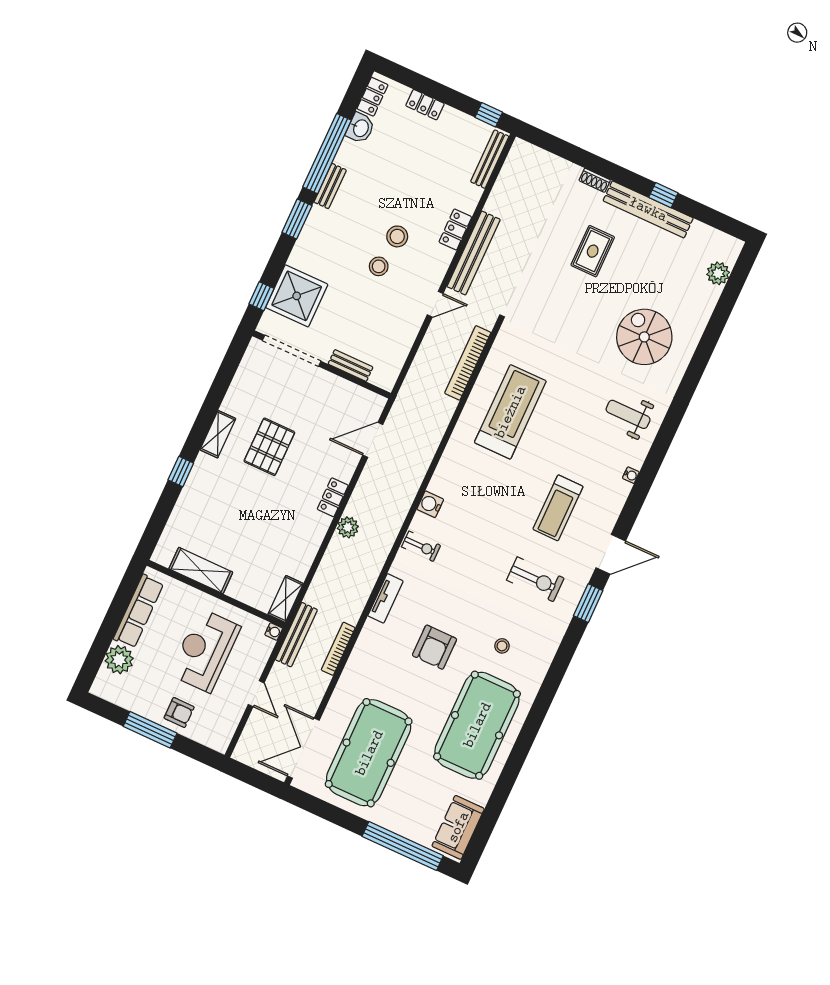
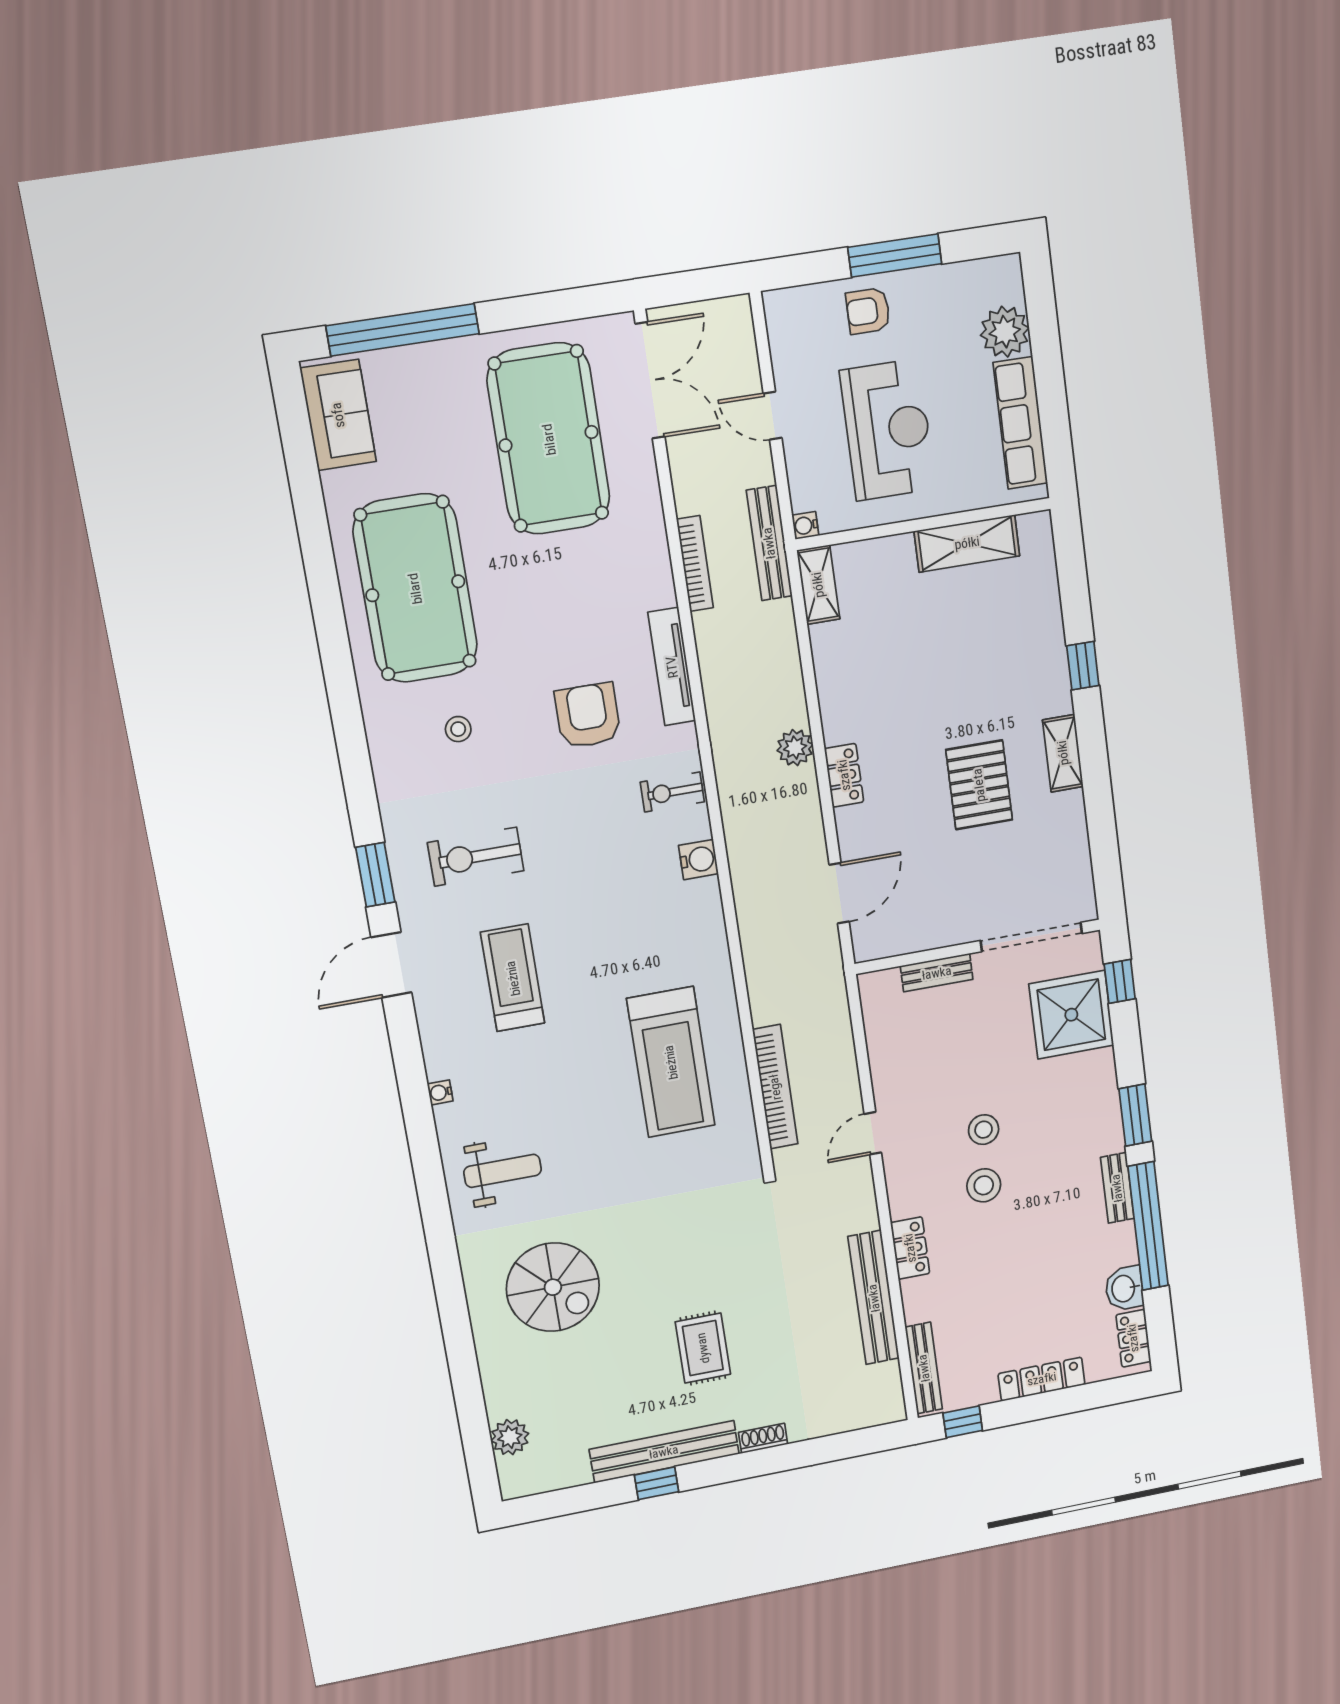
locker: (425, 105) -> (1042, 1379), width x1.53
bench: (474, 253) -> (874, 1298), moved
tv unit: (385, 598) -> (672, 667), width x1.41
armchair: (435, 647) -> (588, 716), moved

